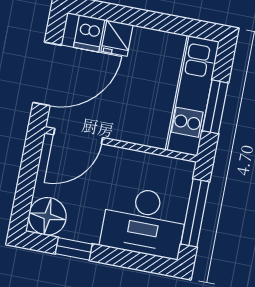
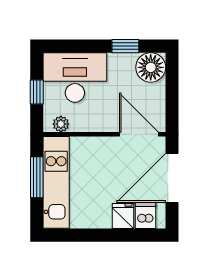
door: (78, 136) -> (139, 134), hinge flipped
plant: (173, 167) -> (61, 124), added
window: (195, 213) -> (37, 92), width x0.46

